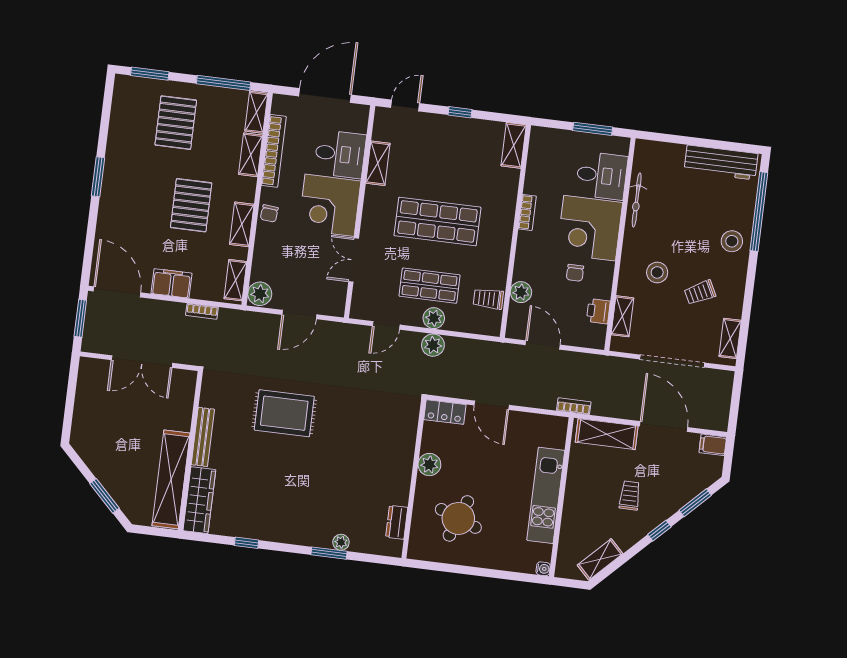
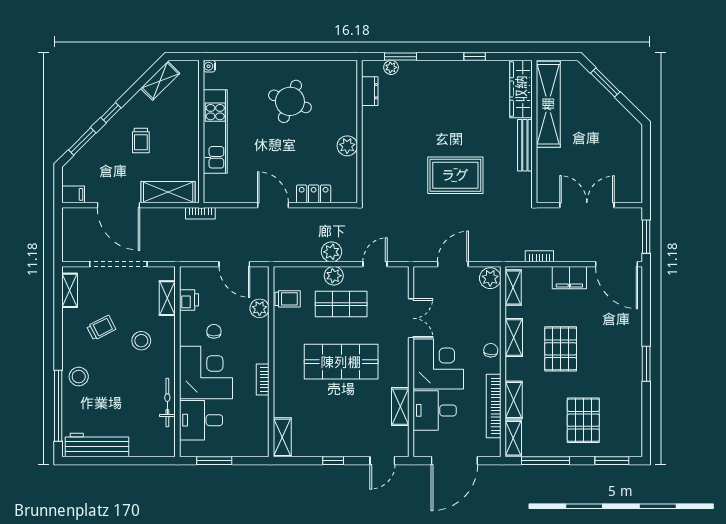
plant: (429, 465) -> (347, 146), moved
wall: (414, 479) -> (359, 132), moved
dresser: (397, 522) -> (370, 91), moved

